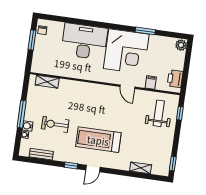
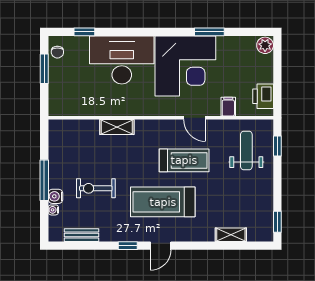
window: (62, 19) -> (84, 32), added
shelving: (47, 82) -> (117, 127), moved
treadmill: (117, 114) -> (184, 160), added

